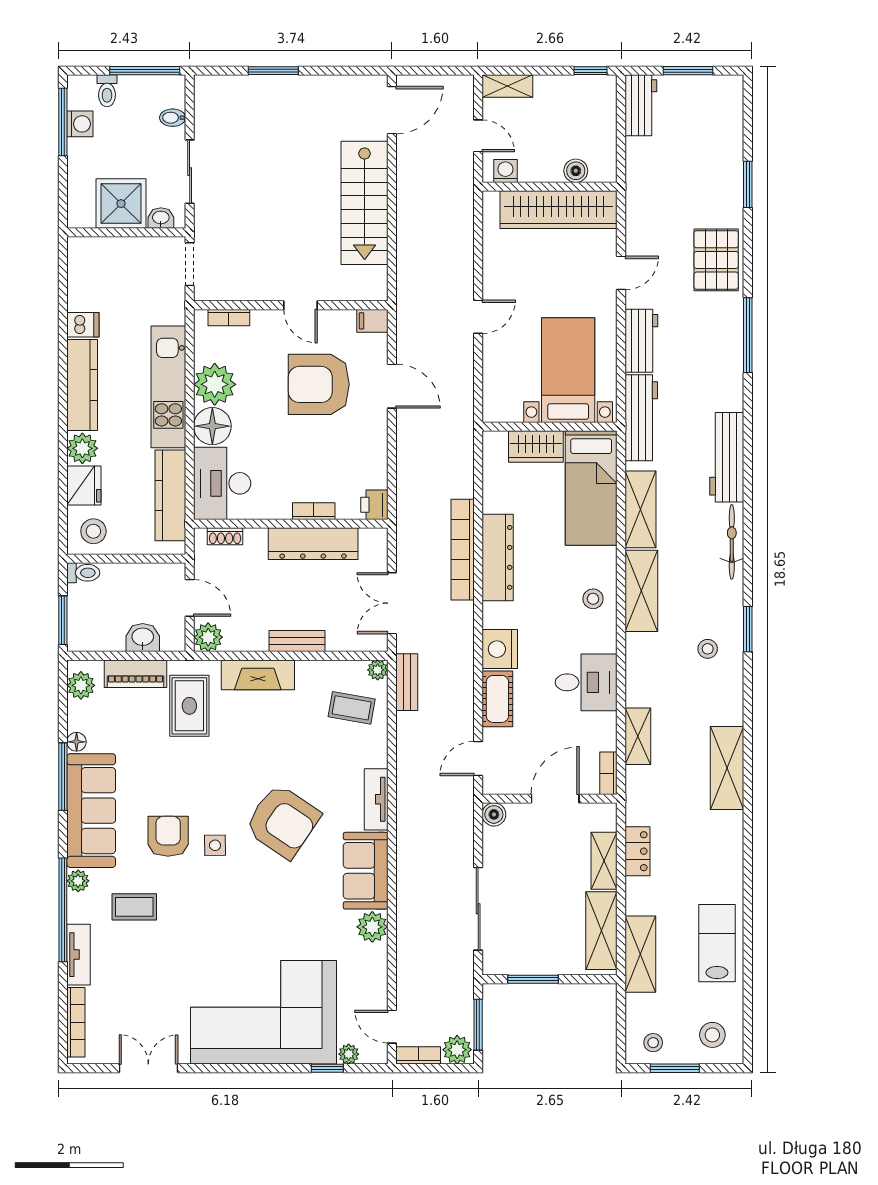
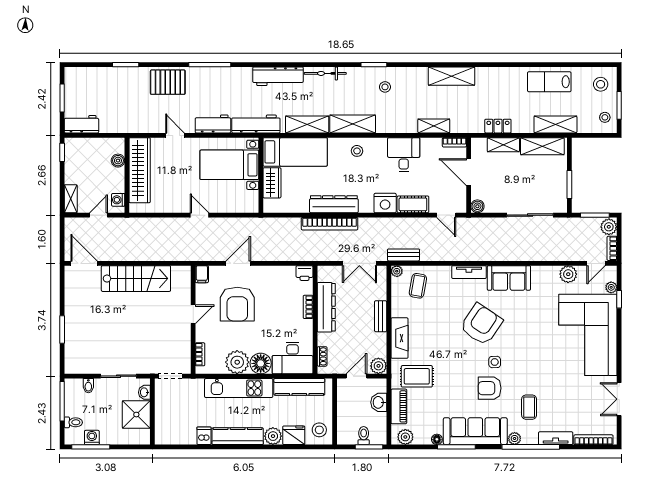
toilet: (83, 573) -> (364, 436), moved
plant: (372, 927) -> (568, 274), moved

